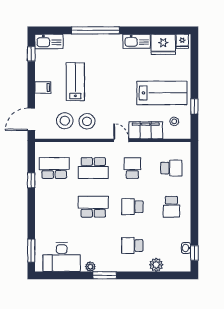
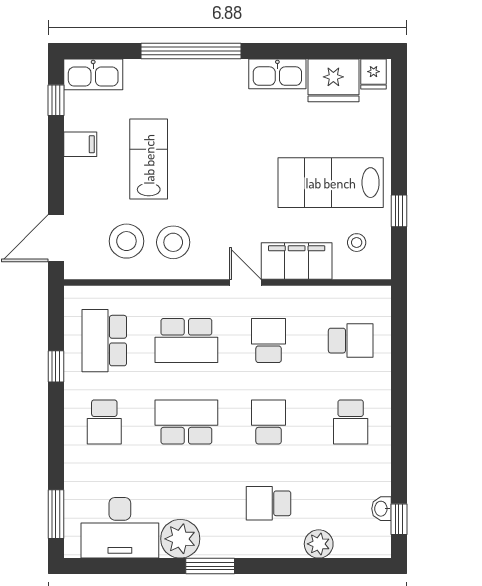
filing cabinet: (43, 87) -> (80, 144), moved
lab bench: (162, 93) -> (331, 183), turned 180
school desk: (54, 168) -> (104, 341), turned -90
school desk: (54, 207) -> (104, 422), added
school desk: (132, 207) -> (269, 422), turned 90
plant: (90, 267) -> (180, 539), width x1.88, depth x1.88

